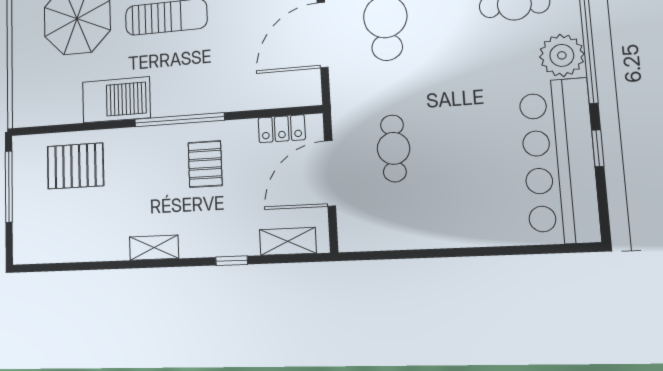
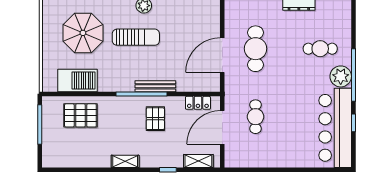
barbecue: (116, 100) -> (78, 81), moved
bench: (203, 103) -> (155, 86), added

